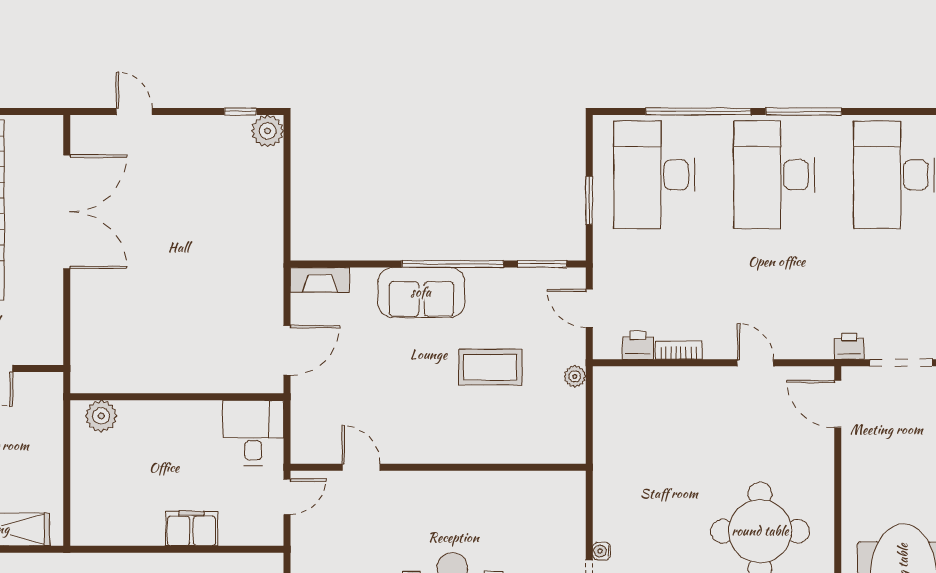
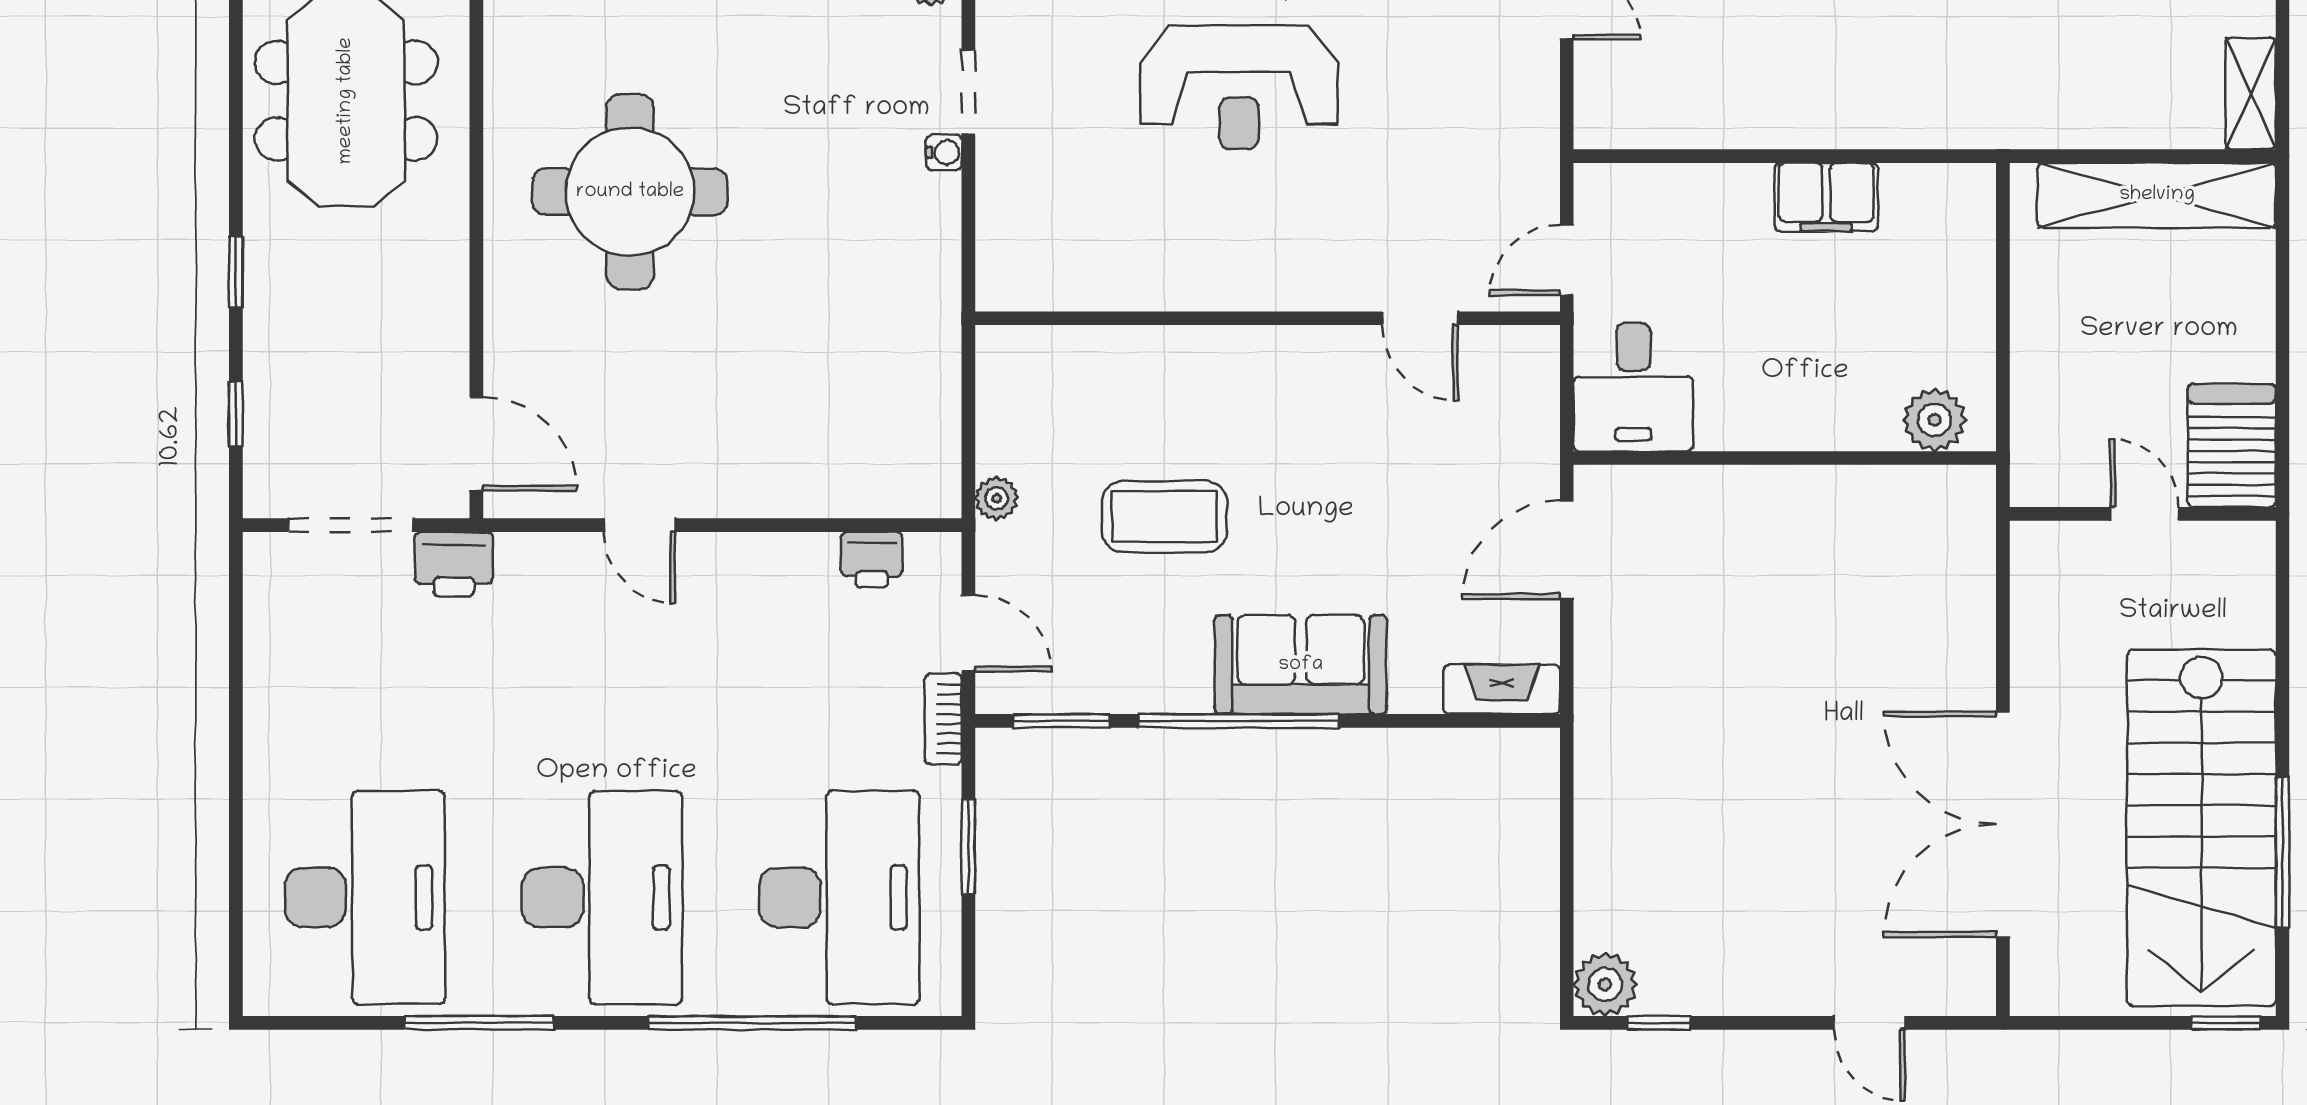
window: (804, 111) -> (479, 1023), moved
printer: (849, 346) -> (454, 564), width x1.36, depth x1.24
bookcase: (679, 350) -> (943, 719), moved, turned 90
filing cabinet: (192, 528) -> (1826, 197), moved

